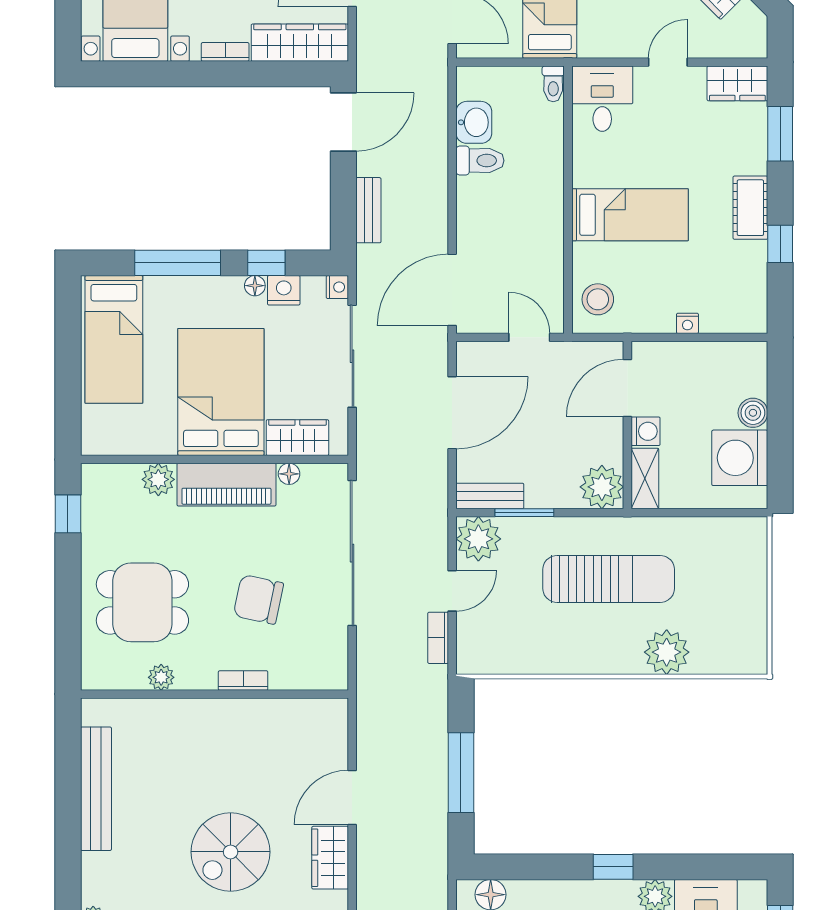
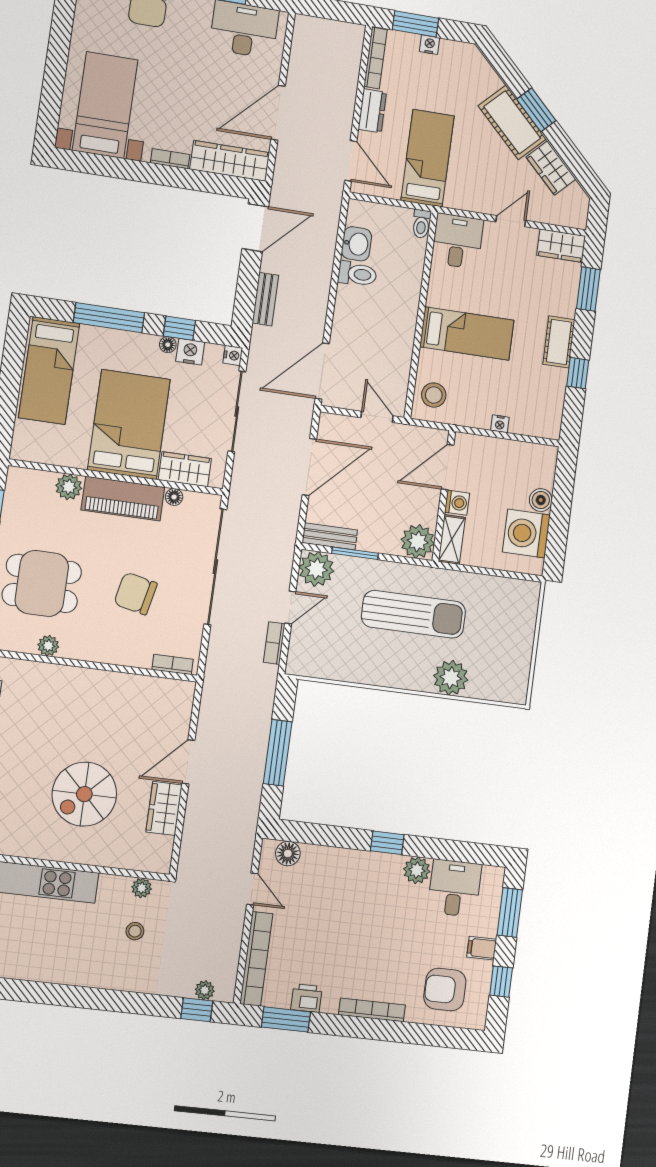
bookcase: (243, 681) -> (173, 664), moved

